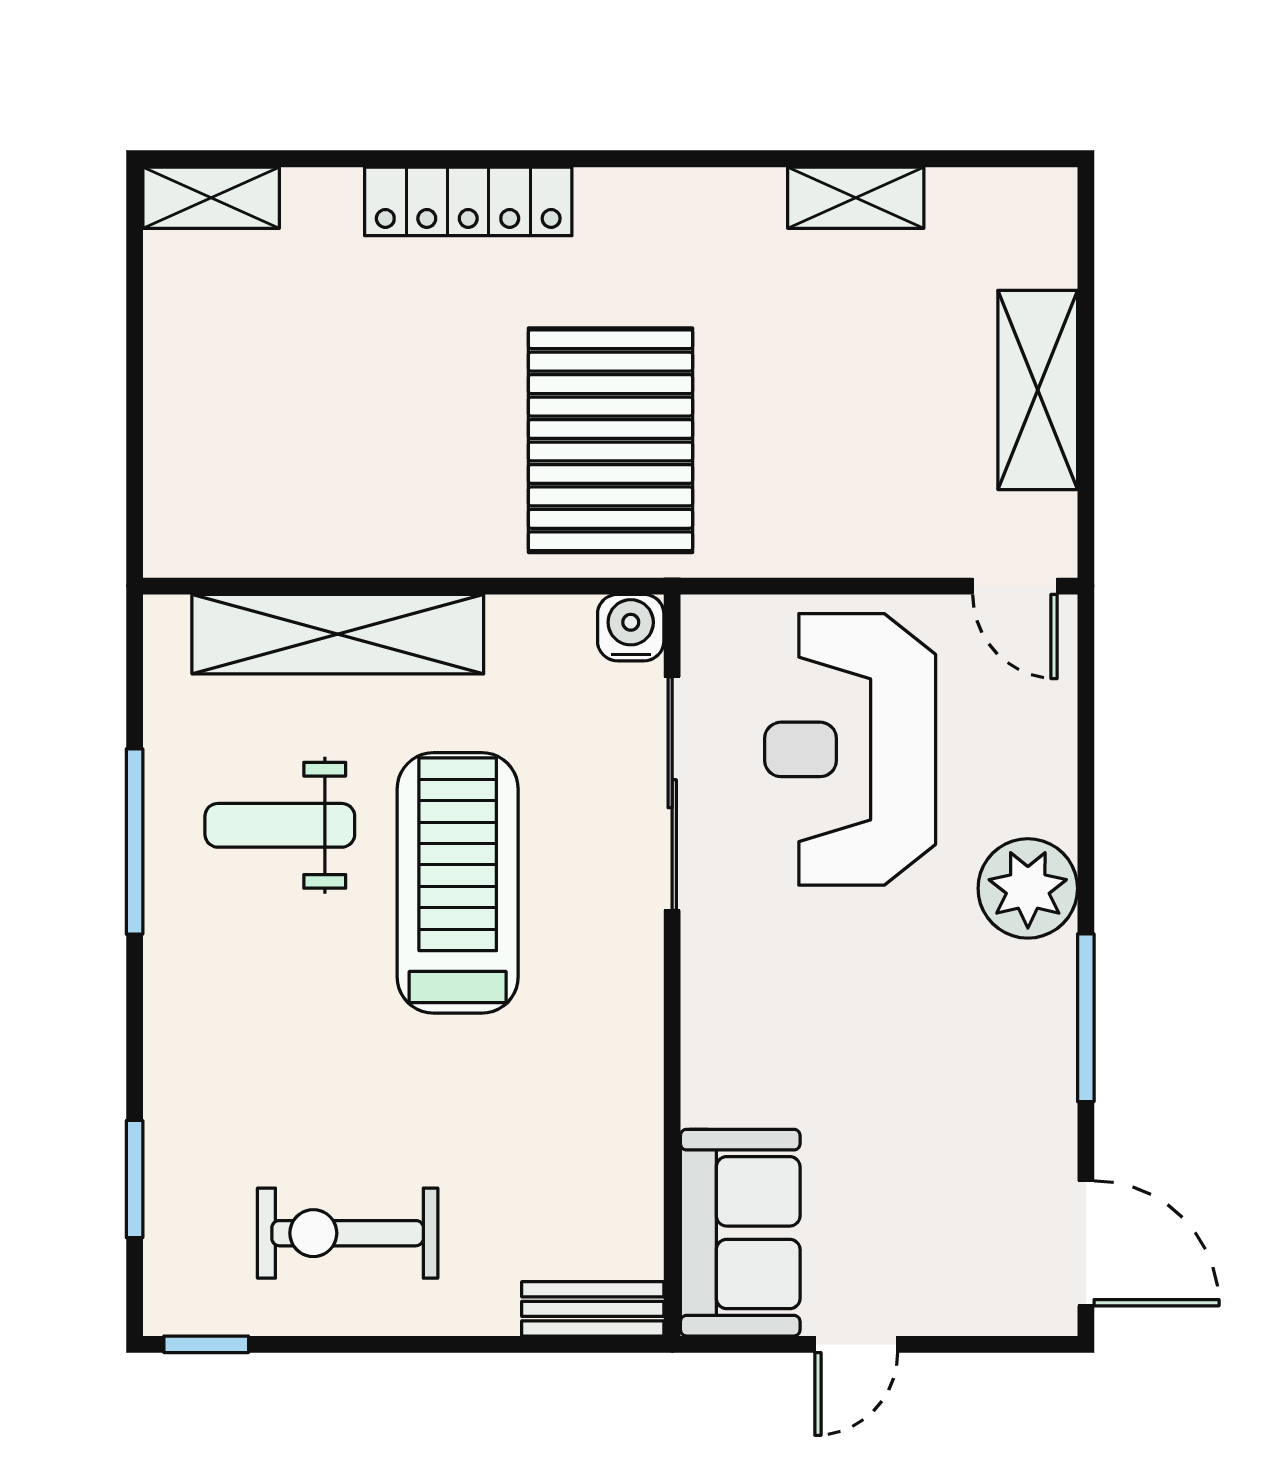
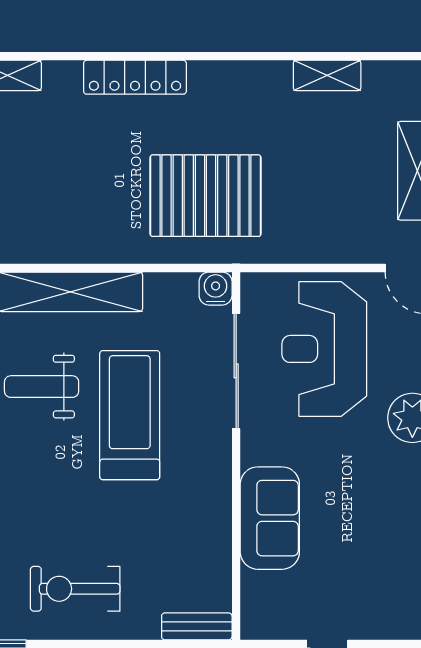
pallet: (610, 440) -> (206, 196), turned 90
sofa: (740, 1233) -> (270, 518), moved

